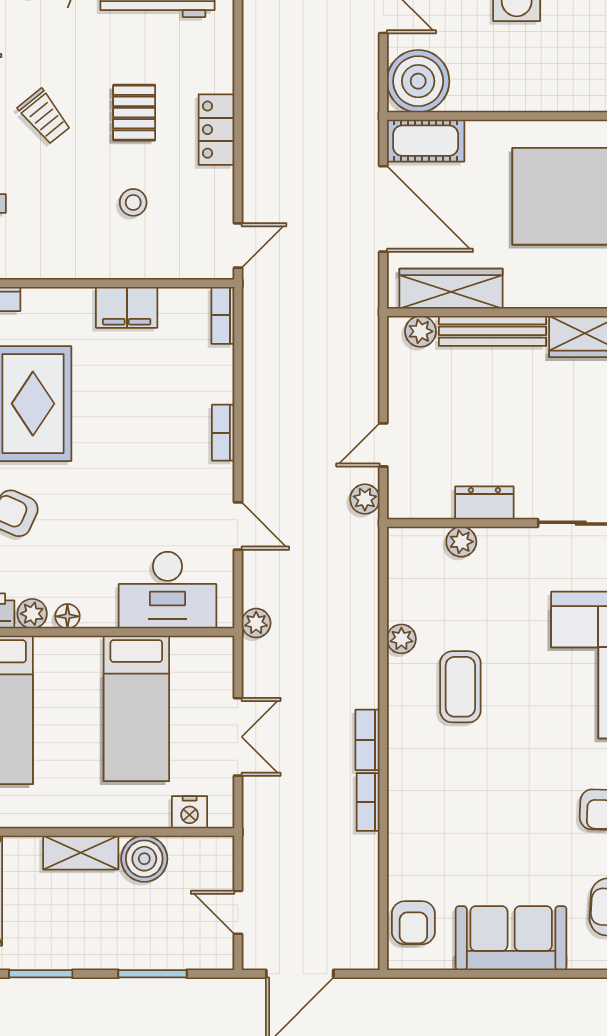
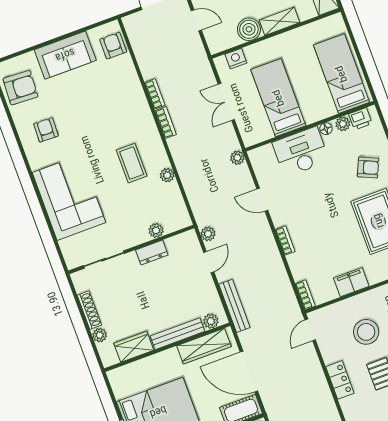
stool: (133, 202) -> (366, 332), width x1.89, depth x1.89
bench: (365, 344) -> (234, 306), added
desk: (168, 590) -> (301, 152), moved

